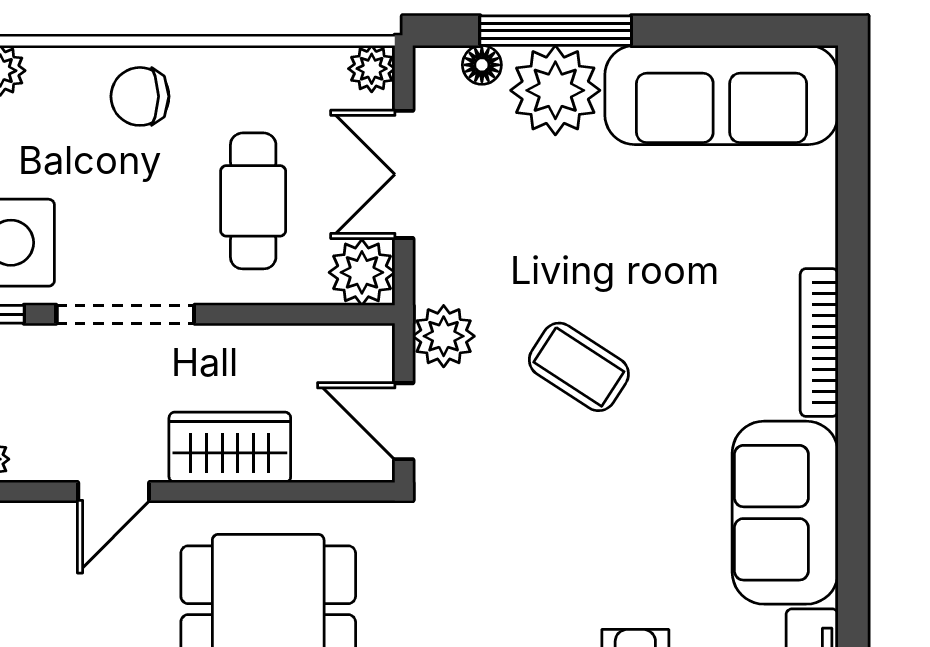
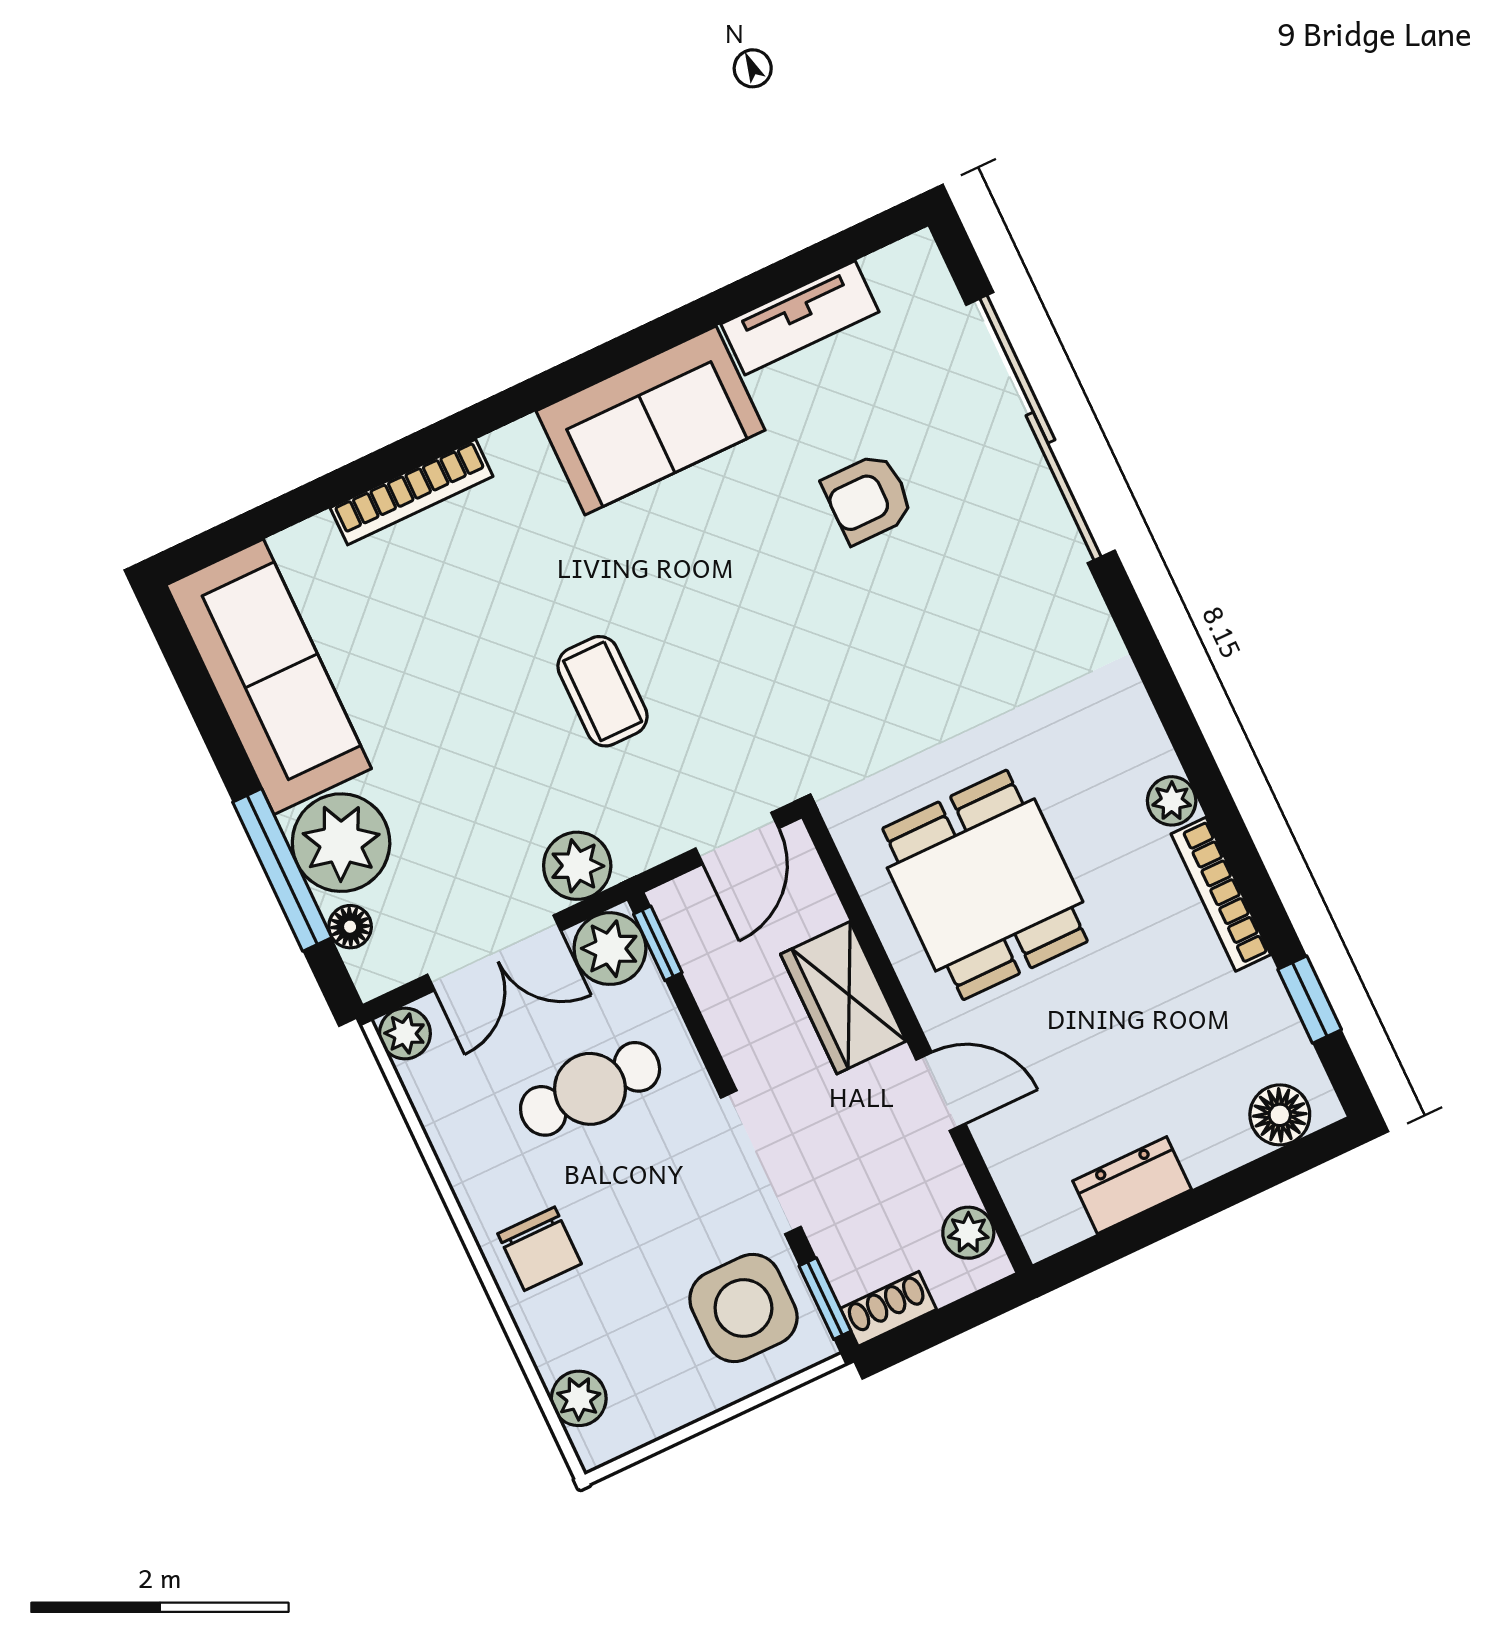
window: (348, 314) -> (658, 943), added
plant: (444, 336) -> (577, 866), moved
bookcase: (819, 342) -> (412, 492), moved
coffee table: (579, 367) -> (603, 691), turned -33

